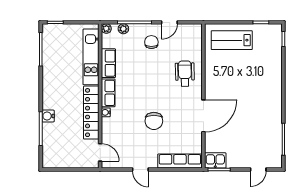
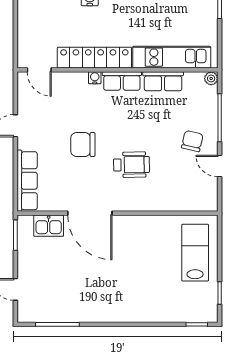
plant: (123, 29) -> (211, 102), removed
chair: (151, 42) -> (192, 141), turned -77
wheelchair: (185, 74) -> (131, 165), moved
door: (100, 152) -> (39, 70), hinge flipped
kitchen sink: (215, 160) -> (49, 226), moved, turned 90

